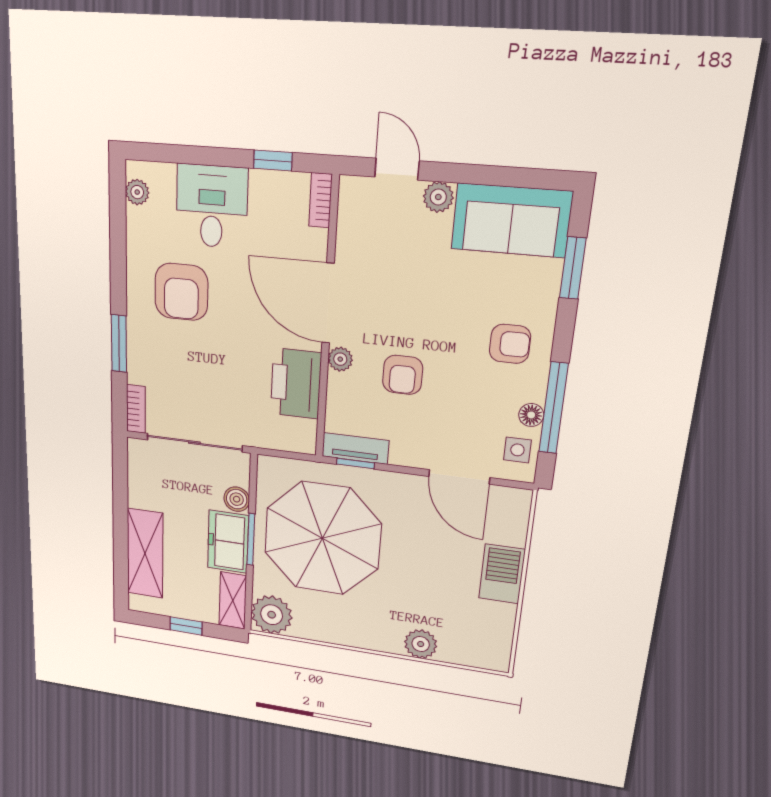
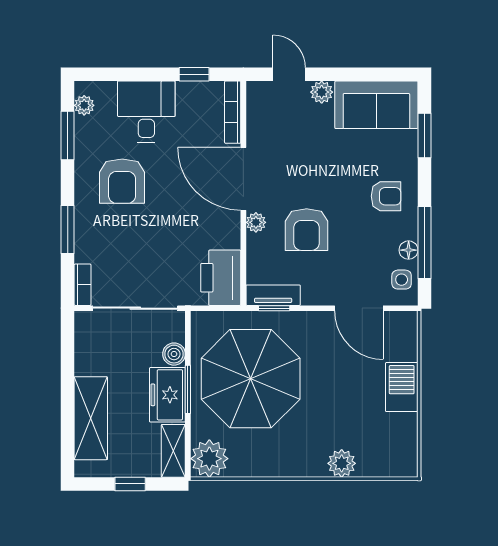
bookcase: (320, 200) -> (233, 112), width x1.56
window: (118, 229) -> (68, 135), added
armchair: (403, 375) -> (307, 230), width x1.38, depth x1.38
printer: (296, 384) -> (221, 278), moved

